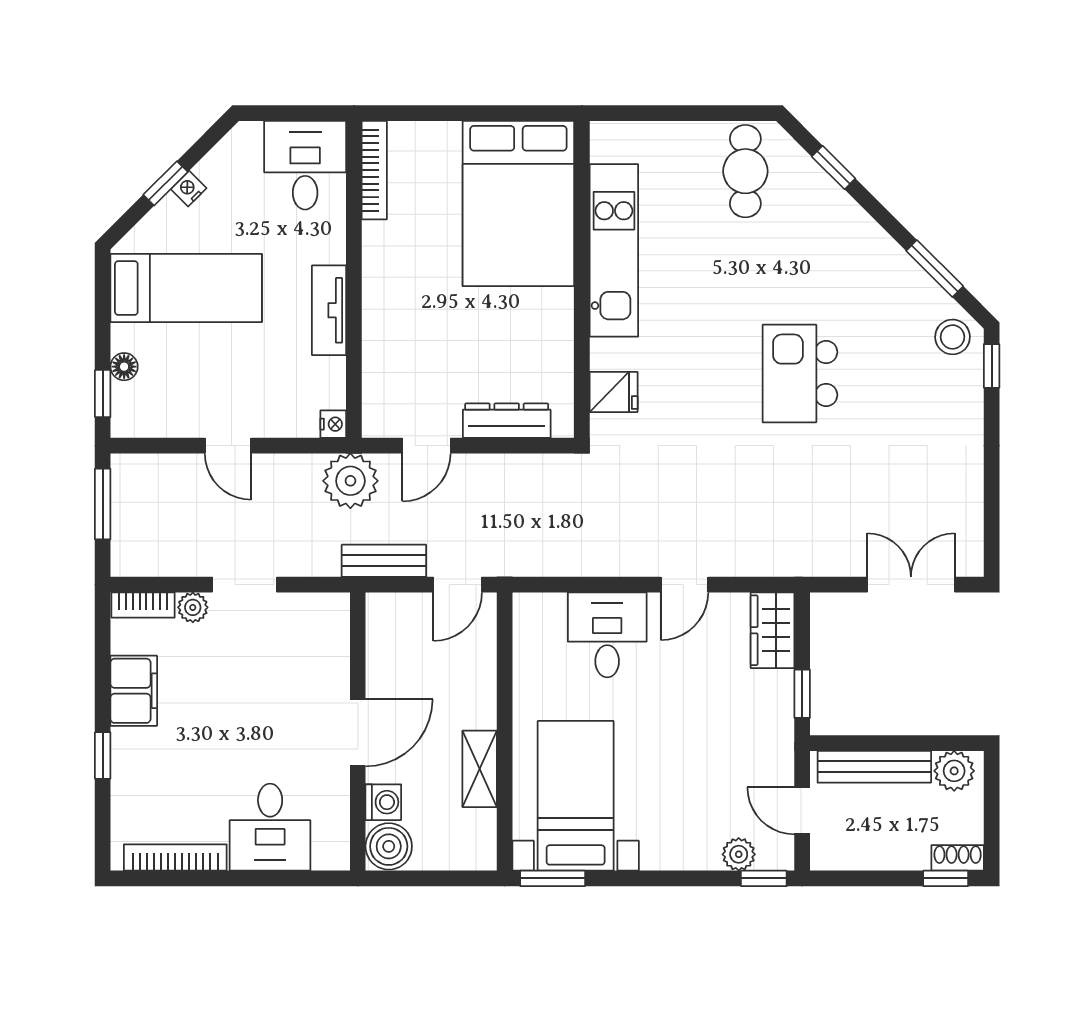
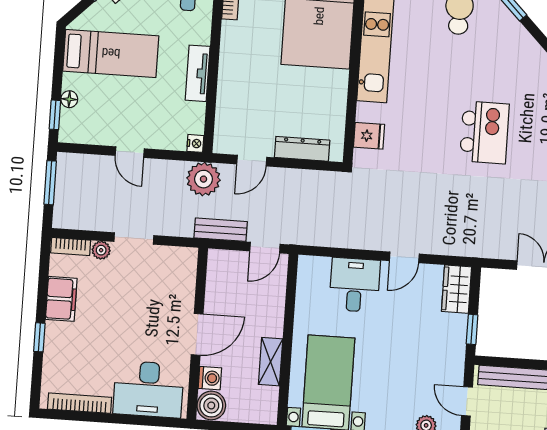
kitchen island: (800, 373) -> (484, 132), turned 180
desk: (270, 827) -> (148, 389), width x1.37

